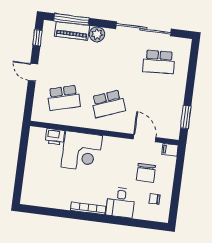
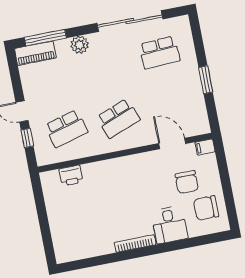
piano: (72, 31) -> (35, 53), moved
window: (37, 38) -> (27, 138), moved
window: (186, 117) -> (206, 80), moved
corner desk: (82, 151) -> (107, 182), removed
chair: (154, 199) -> (206, 208), width x1.87, depth x1.87

